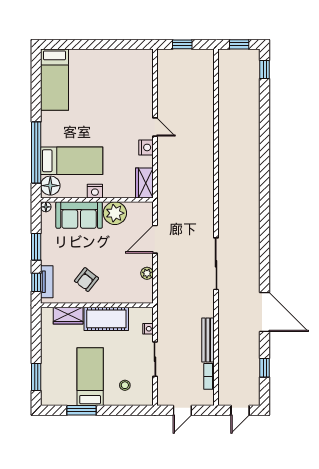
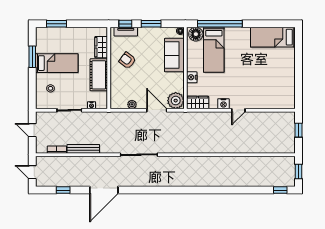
nightstand: (95, 191) -> (192, 77), moved
plant: (115, 213) -> (176, 101), moved

